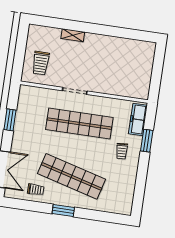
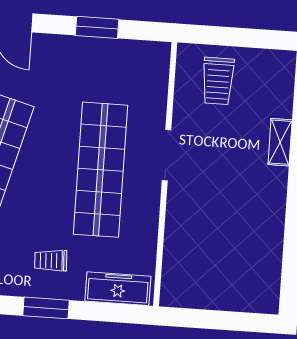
trolley: (41, 63) -> (218, 81), turned -90
window: (147, 141) -> (46, 308), moved

